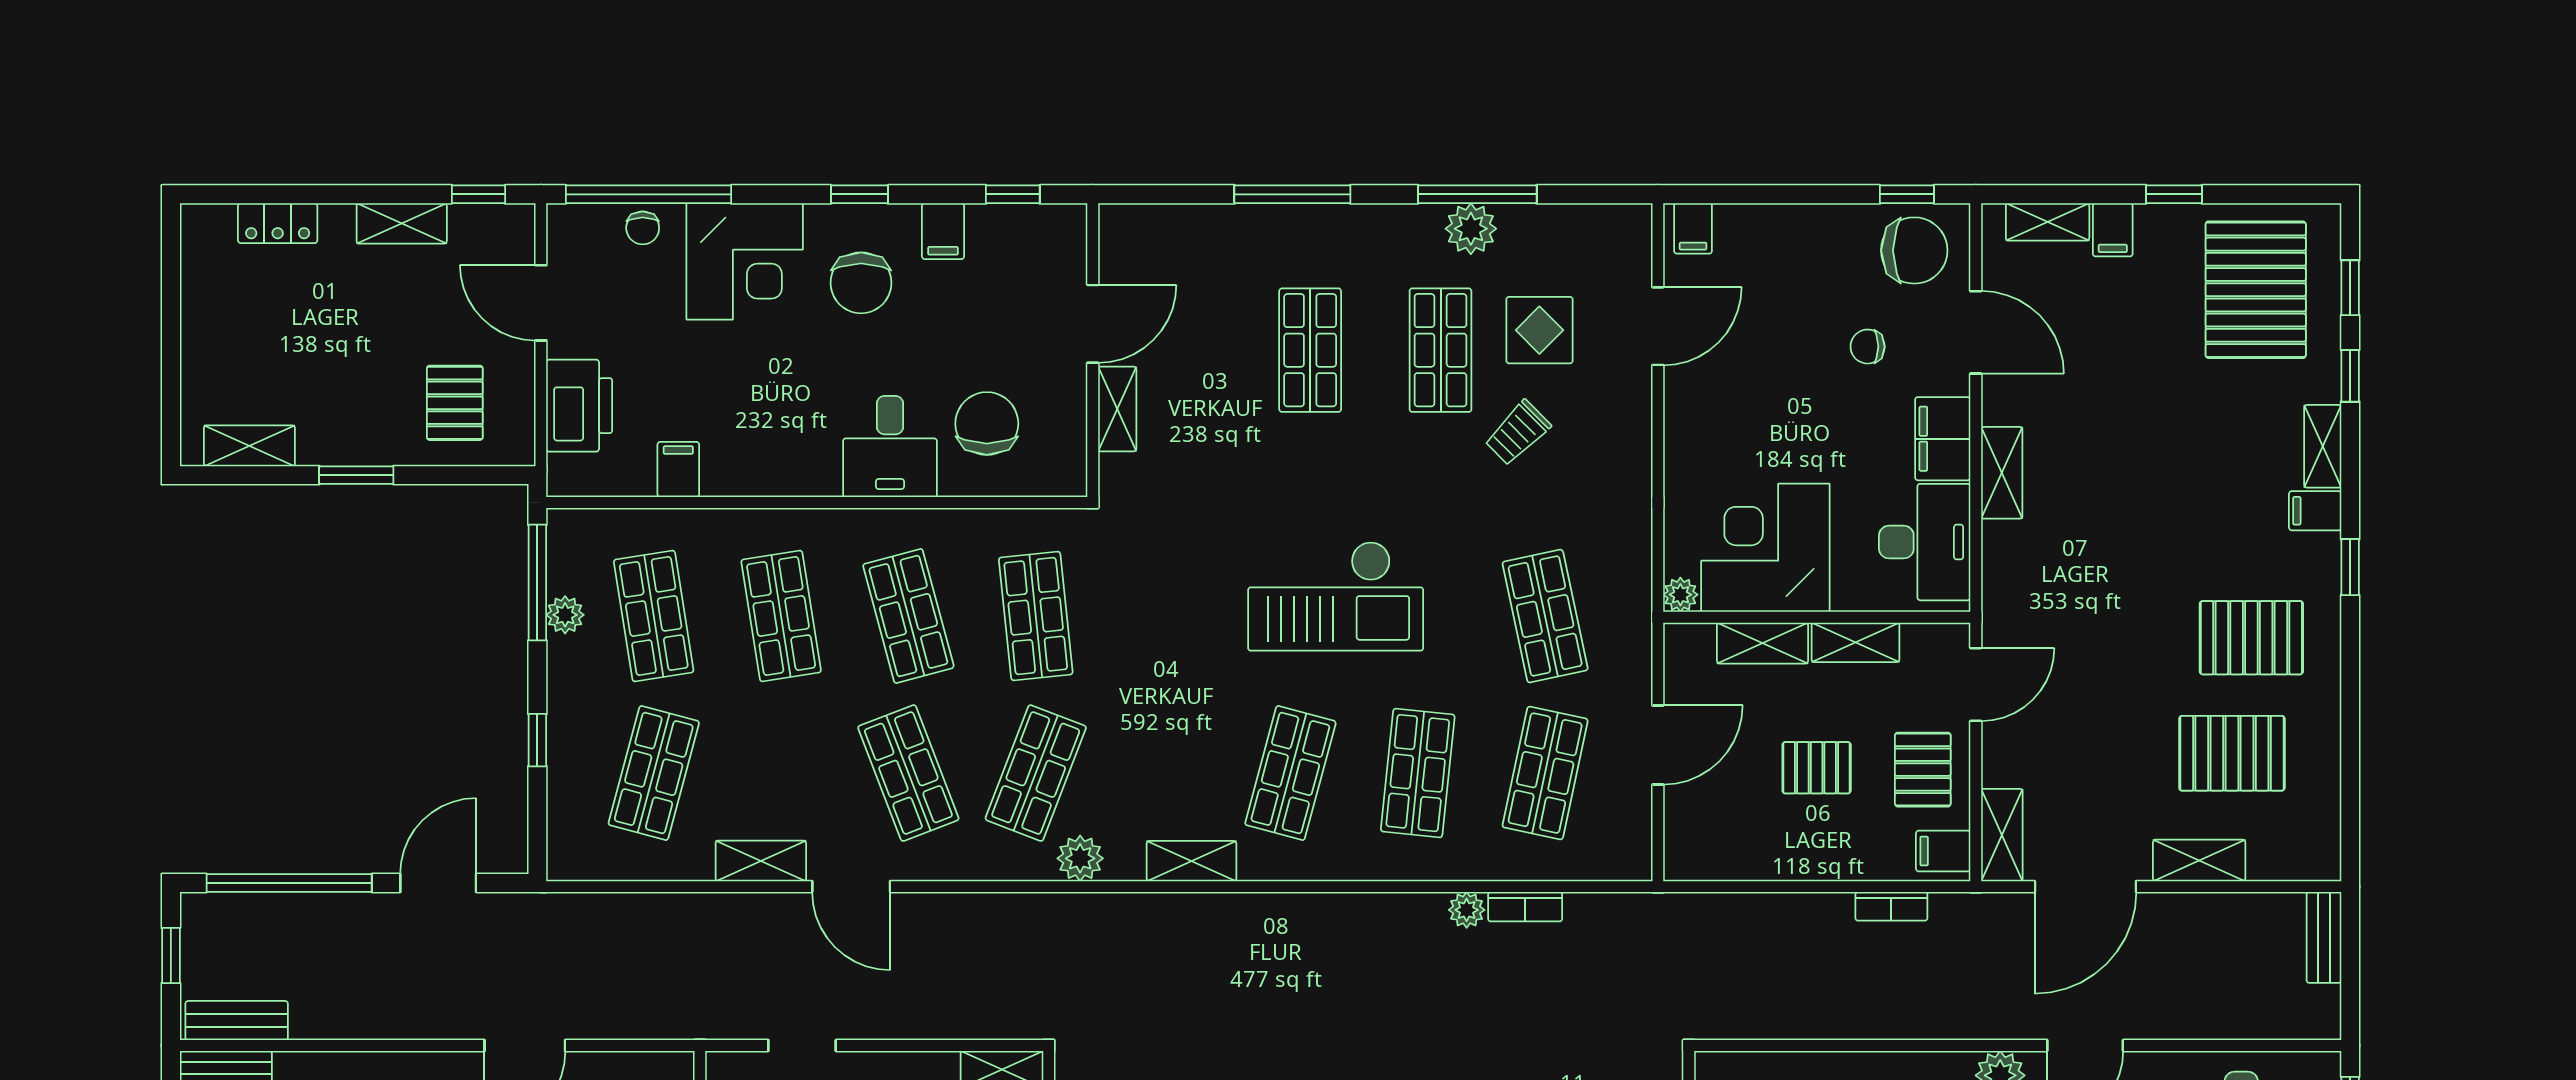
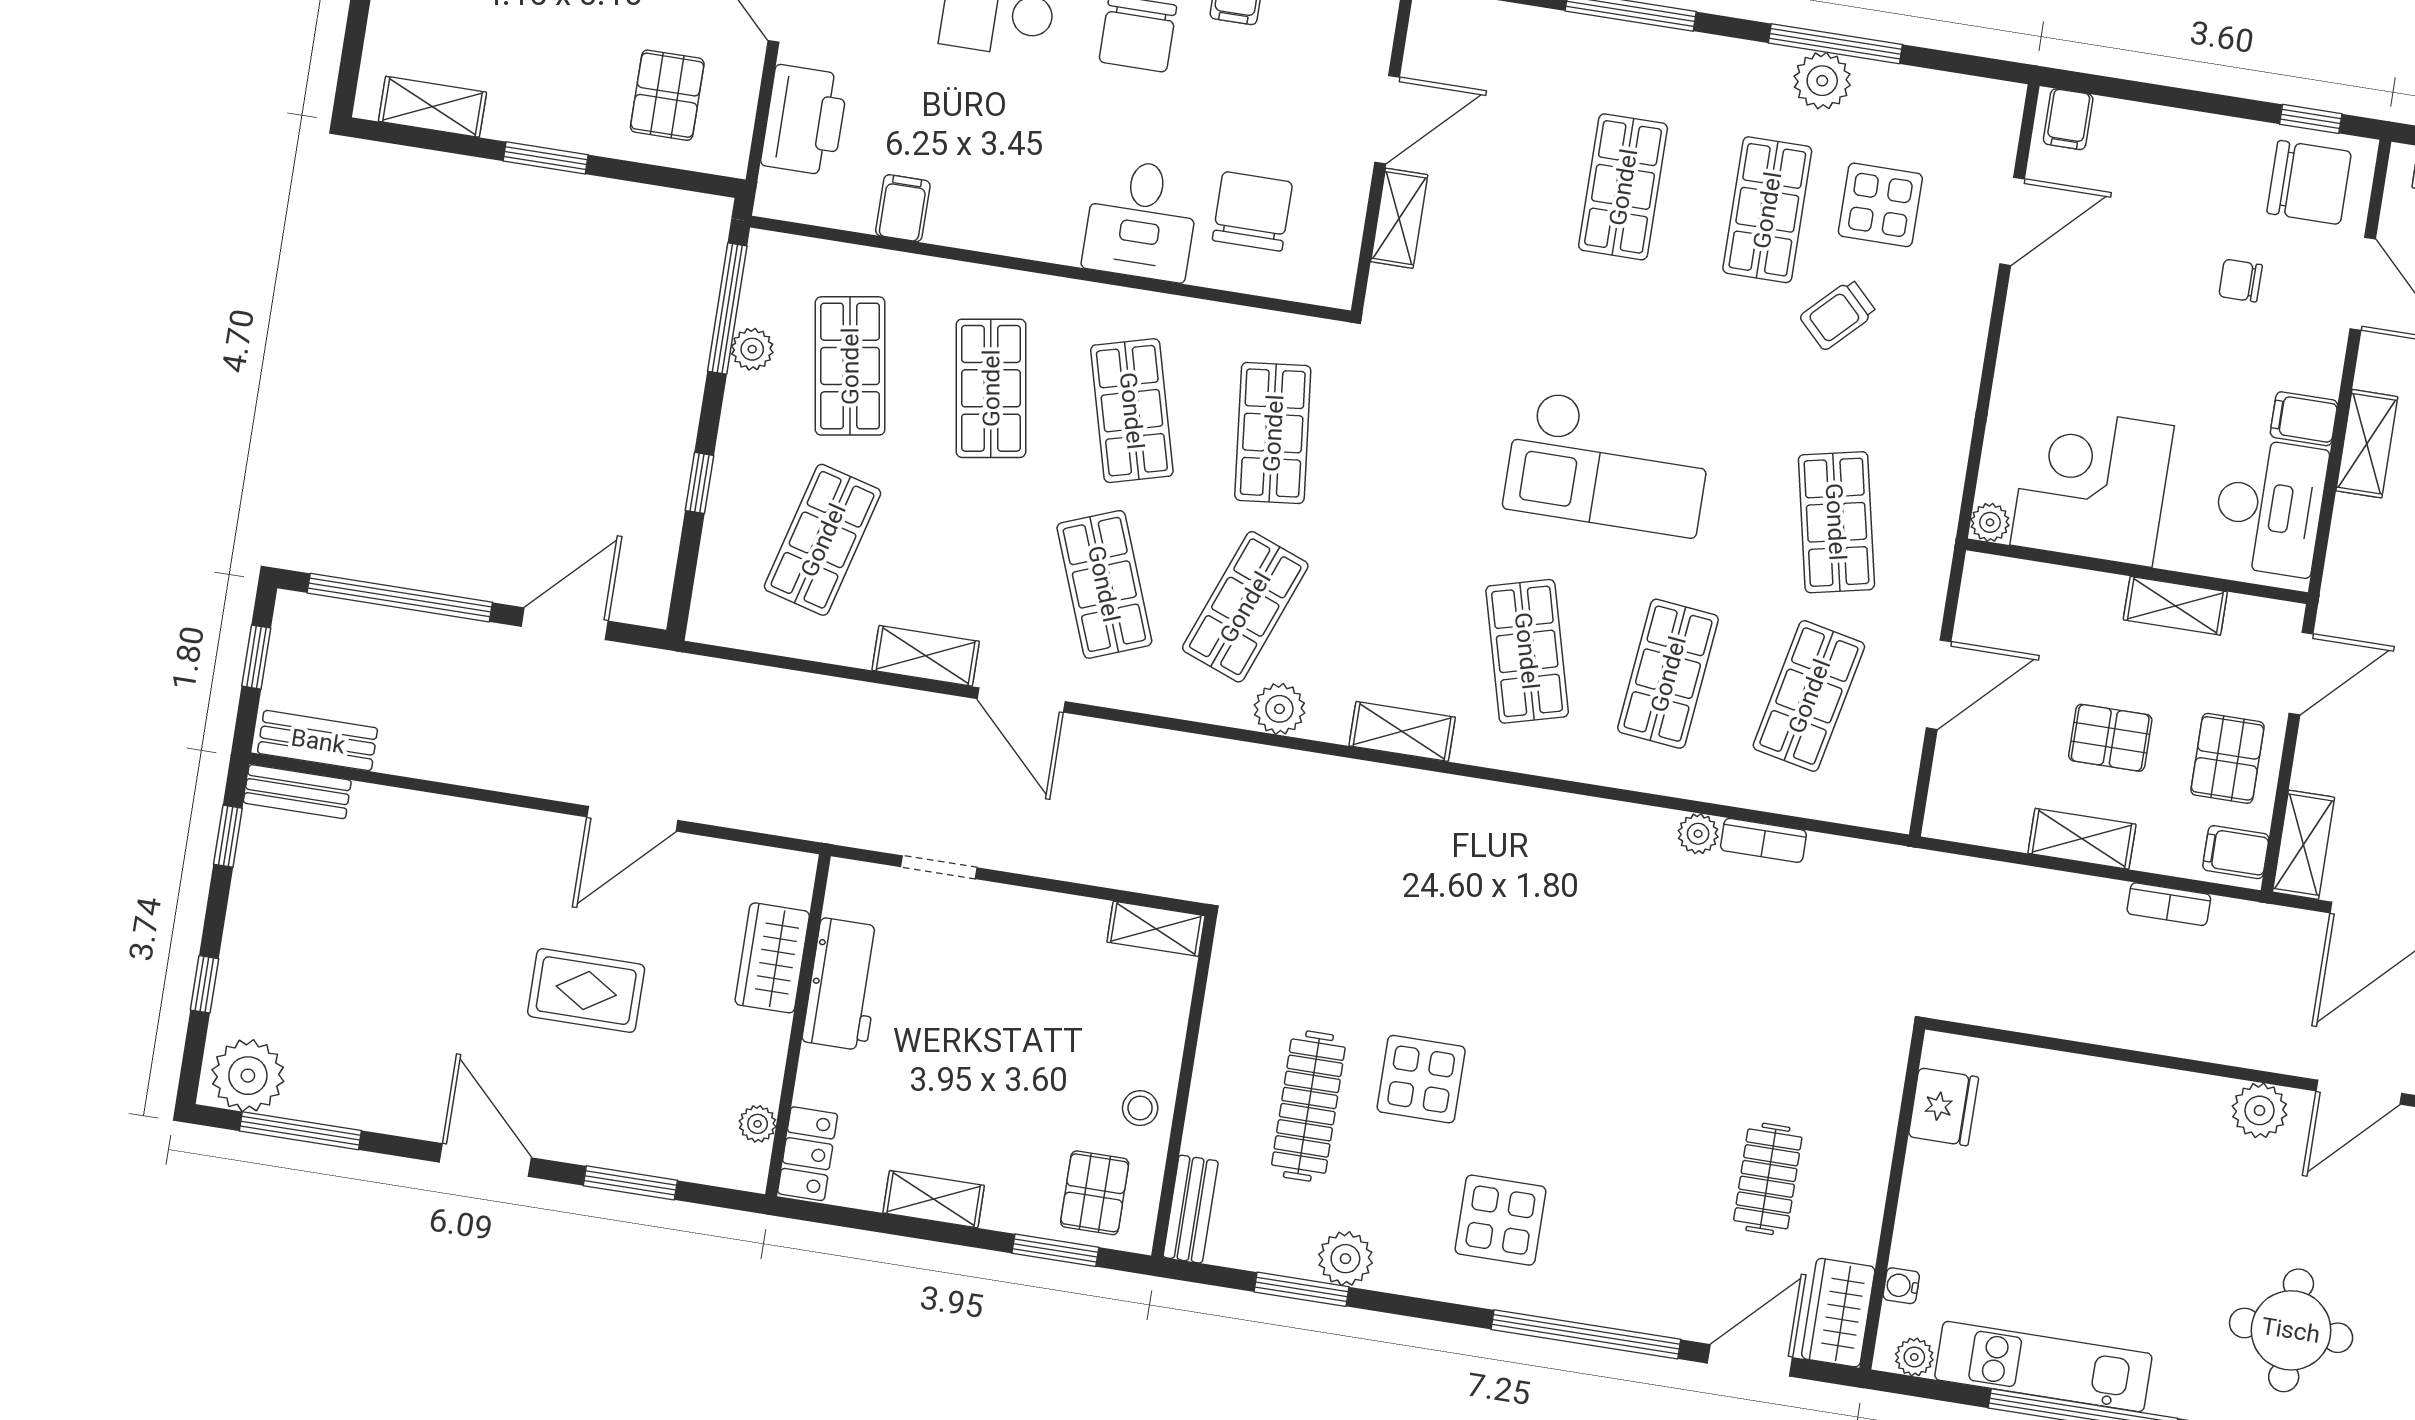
filing cabinet: (1943, 439) -> (2304, 419), width x0.50
shelving: (1763, 643) -> (2082, 839), moved
shop shelf: (1290, 773) -> (1527, 651), turned -30

